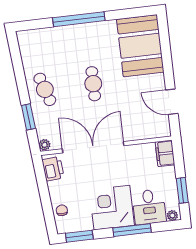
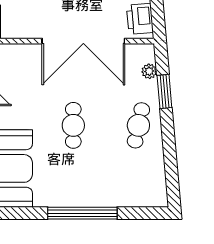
cafe table: (45, 89) -> (138, 125), turned 30
plant: (45, 145) -> (149, 71), moved

